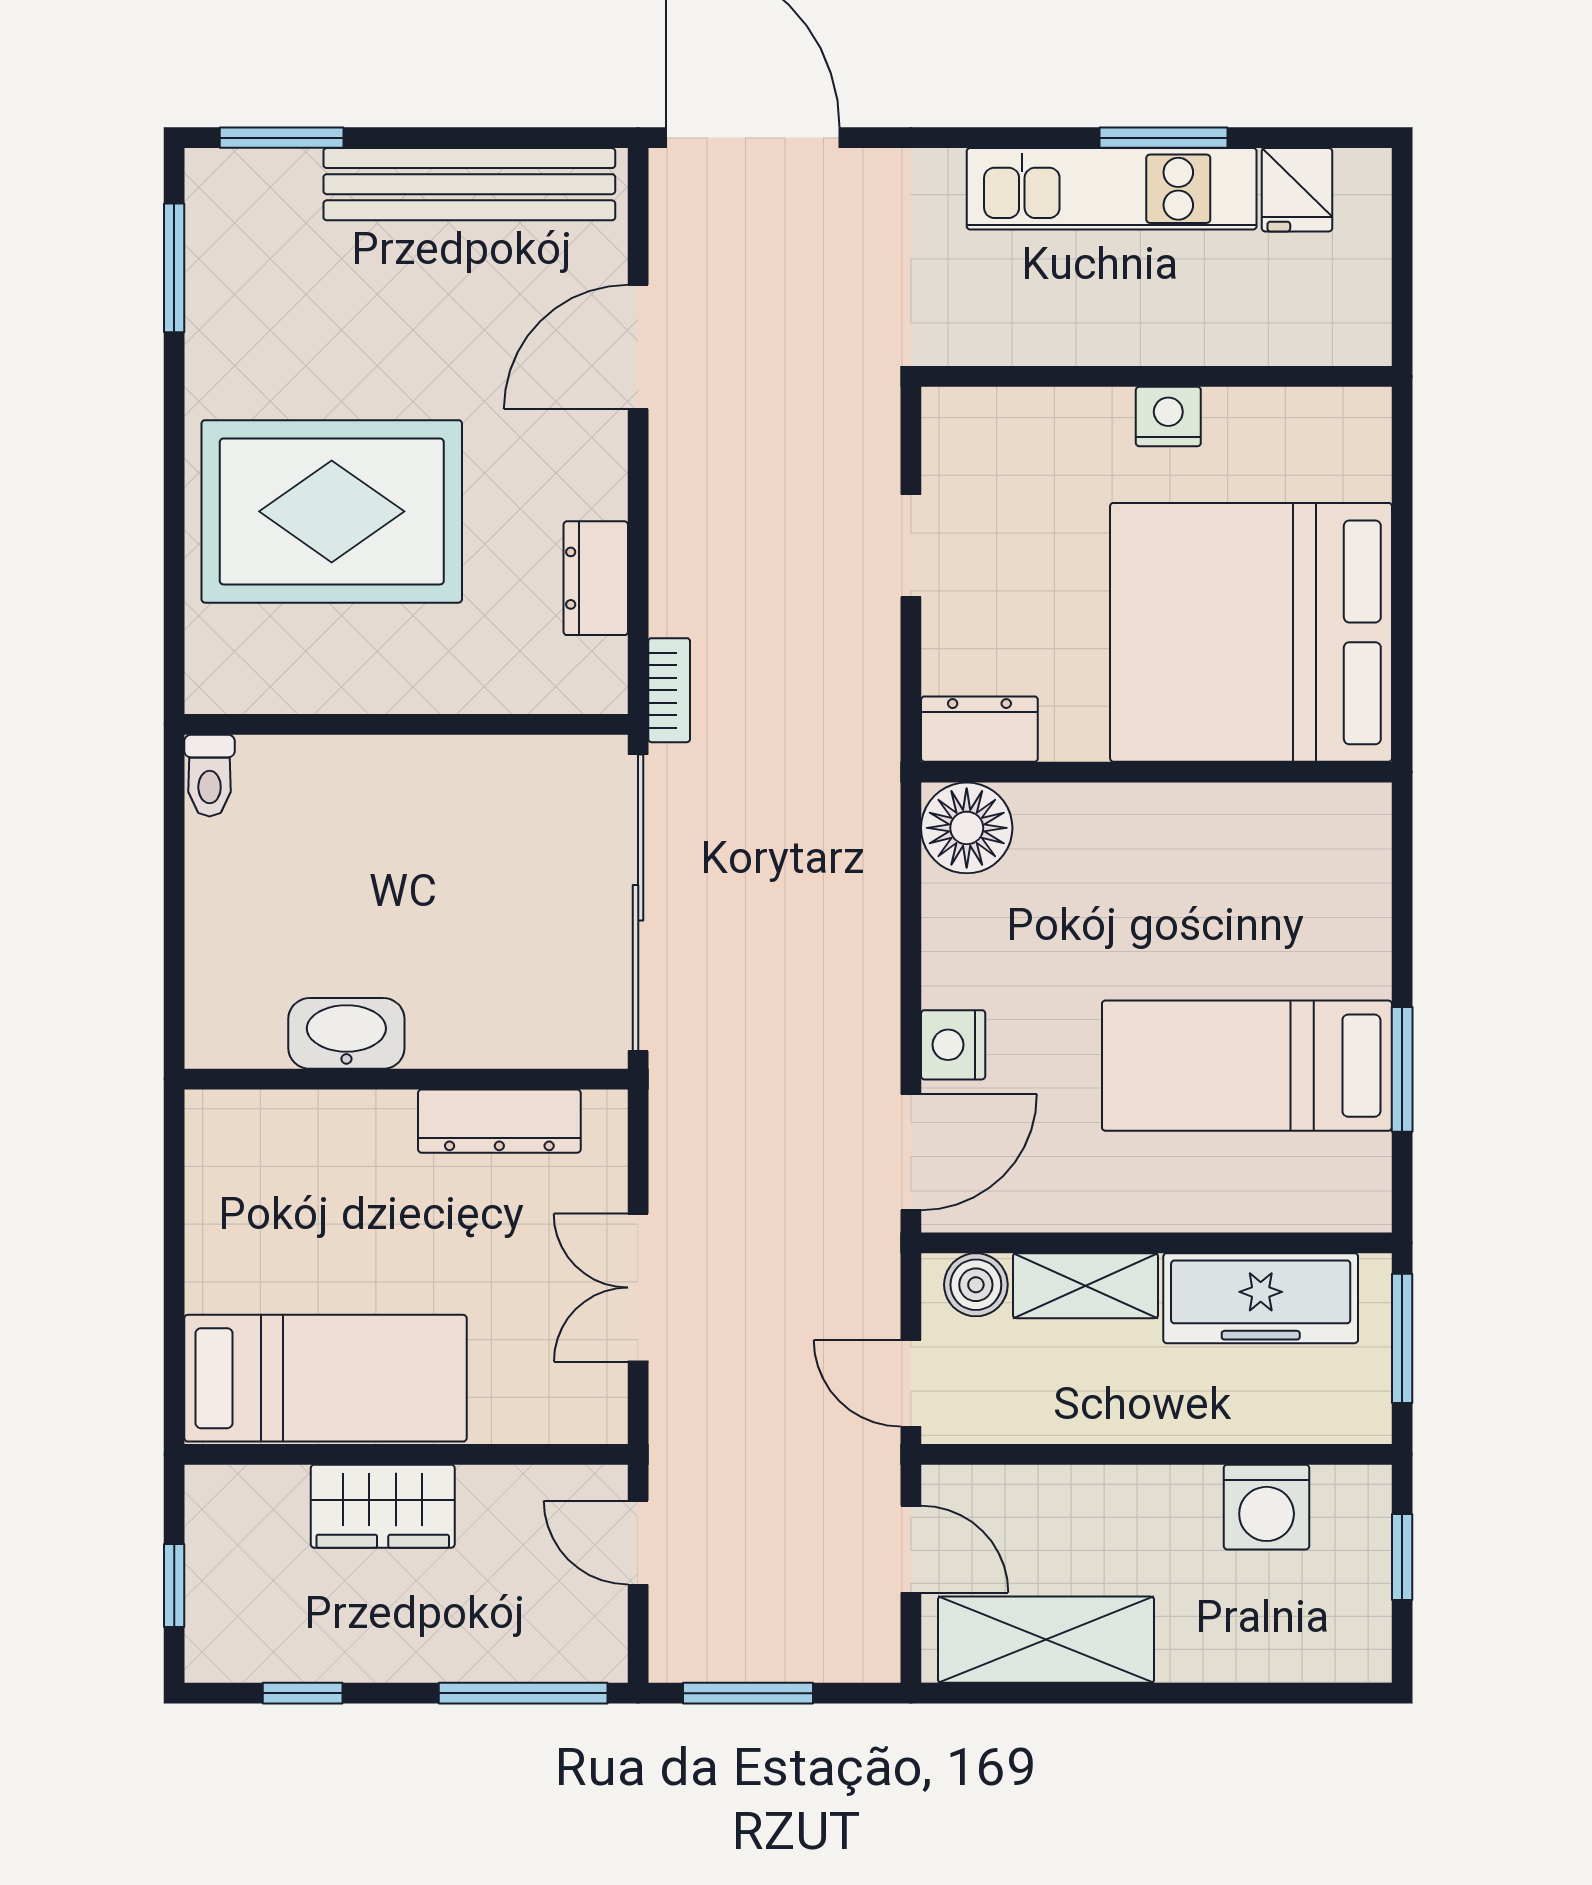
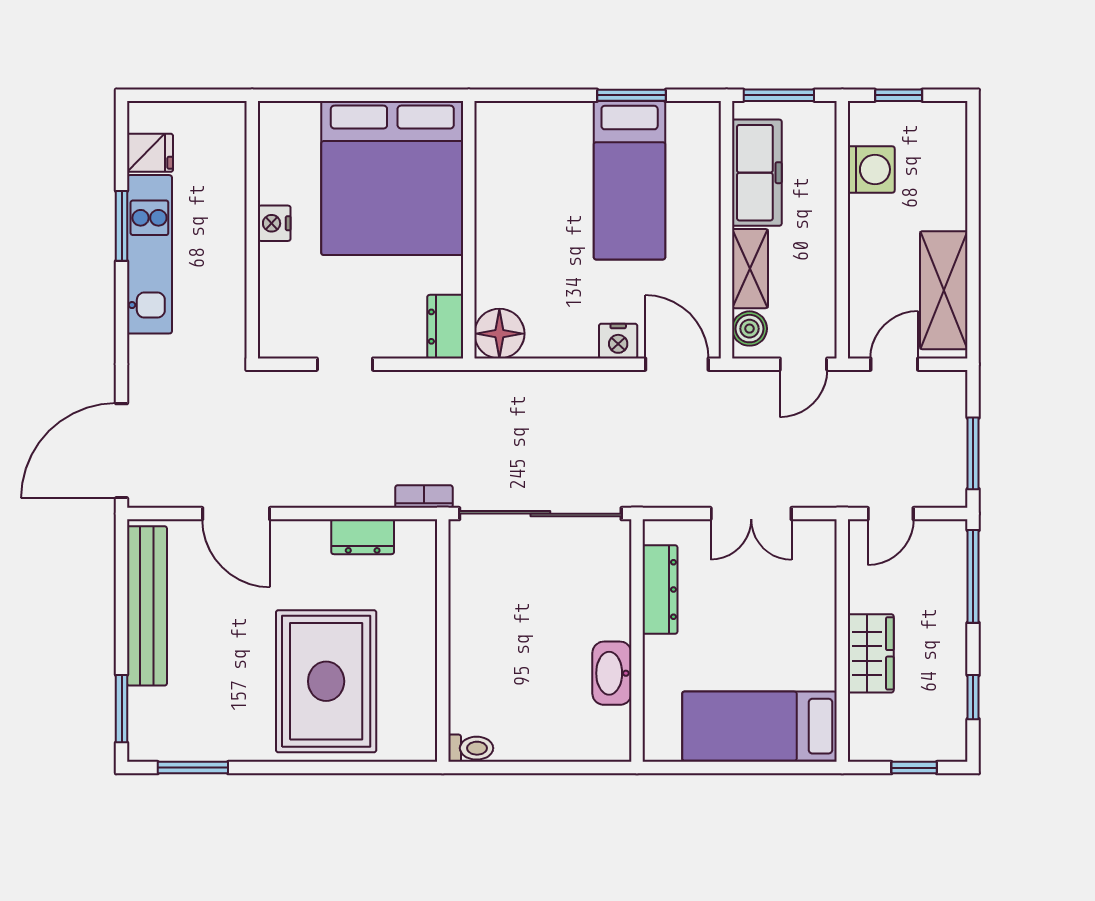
bed: (325, 1378) -> (759, 726), moved, turned -90

